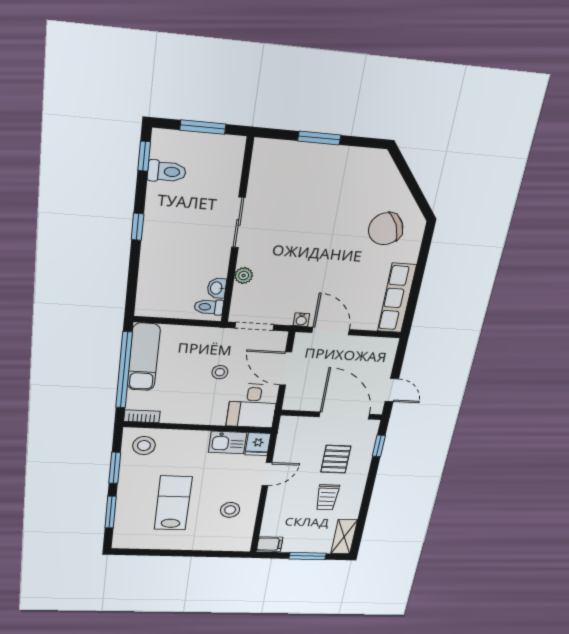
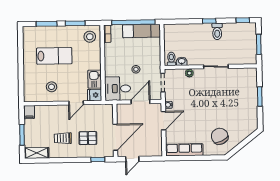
toilet: (167, 171) -> (217, 31), moved
door: (267, 474) -> (76, 103), hinge flipped

